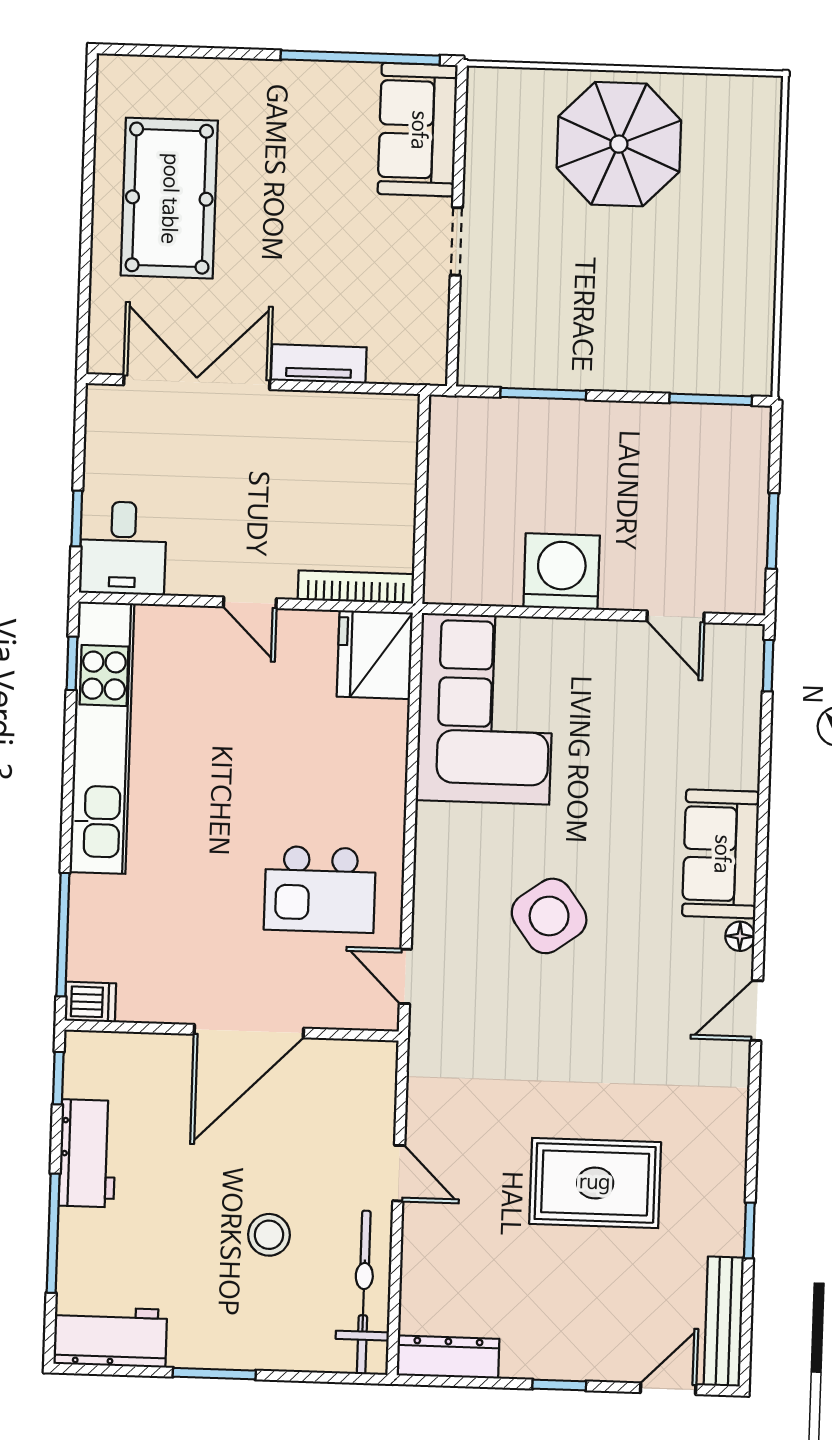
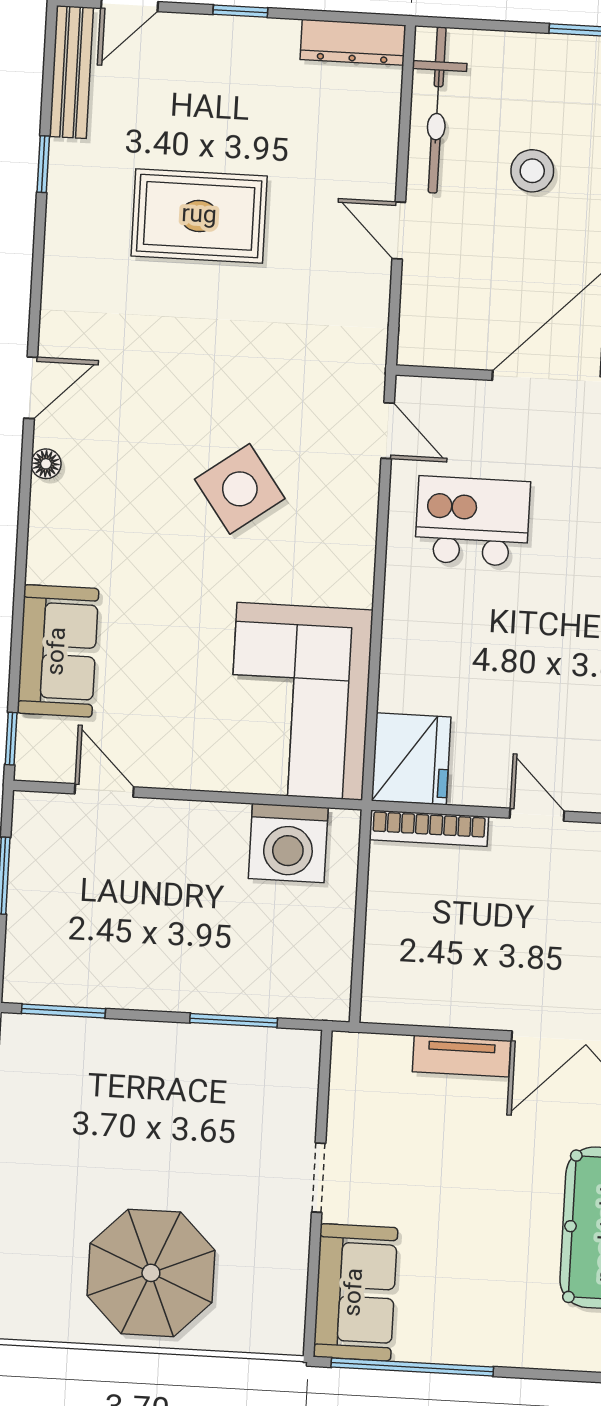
washing machine: (562, 571) -> (288, 843), moved
sofa: (721, 854) -> (58, 651), moved

